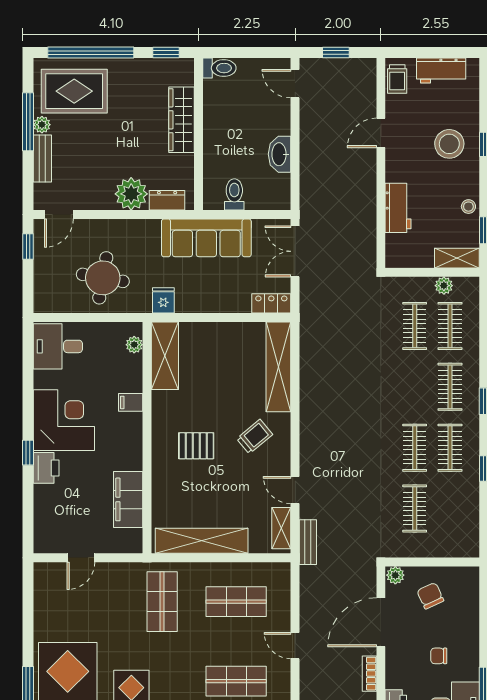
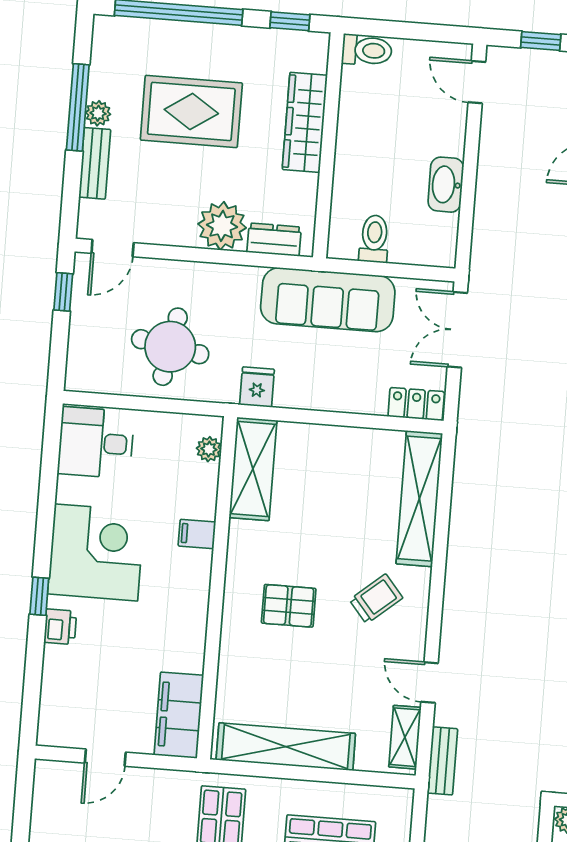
rug: (74, 91) -> (191, 111), moved
printer: (46, 468) -> (60, 627), width x0.73, depth x0.81
filing cabinet: (128, 499) -> (179, 715), moved

